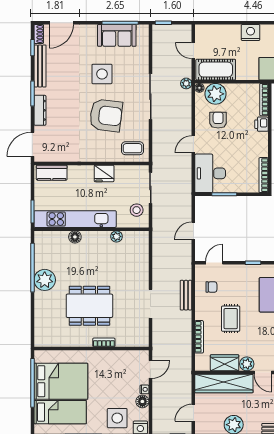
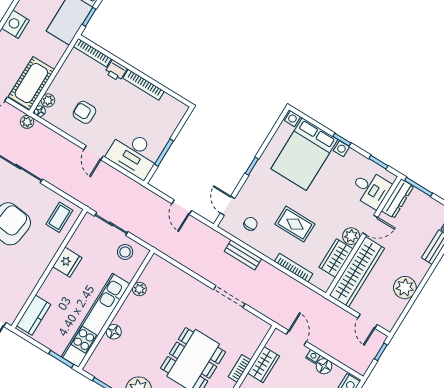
plant: (216, 94) -> (48, 100), width x0.53, depth x0.53
bookcase: (264, 175) -> (144, 85), moved
wardrobe: (117, 358) -> (263, 365), added

